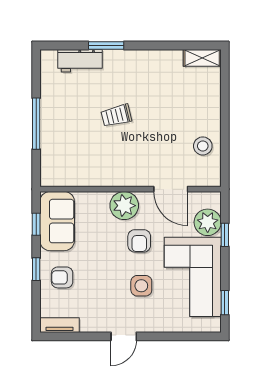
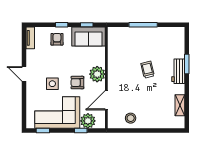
shelving: (202, 58) -> (180, 105), moved
workbench: (80, 61) -> (178, 71), moved

